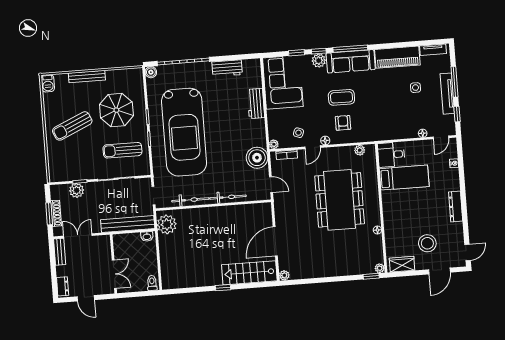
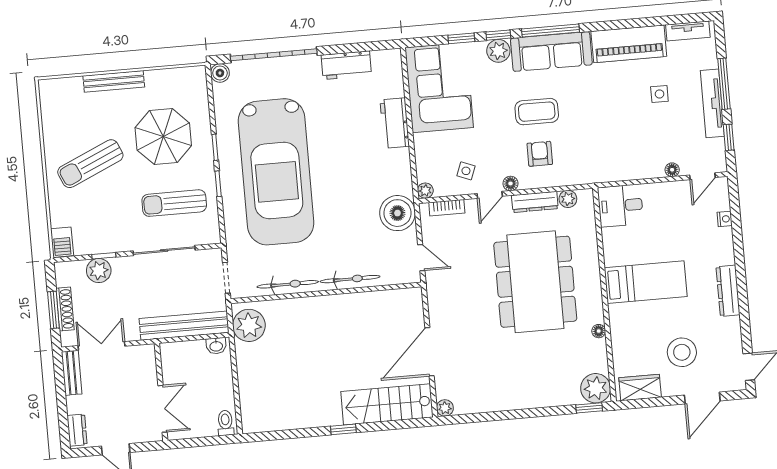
barbecue: (48, 83) -> (62, 242), moved
dresser: (340, 152) -> (535, 202), added
bed: (404, 178) -> (646, 282), moved
plant: (380, 268) -> (596, 388), width x1.88, depth x1.88

